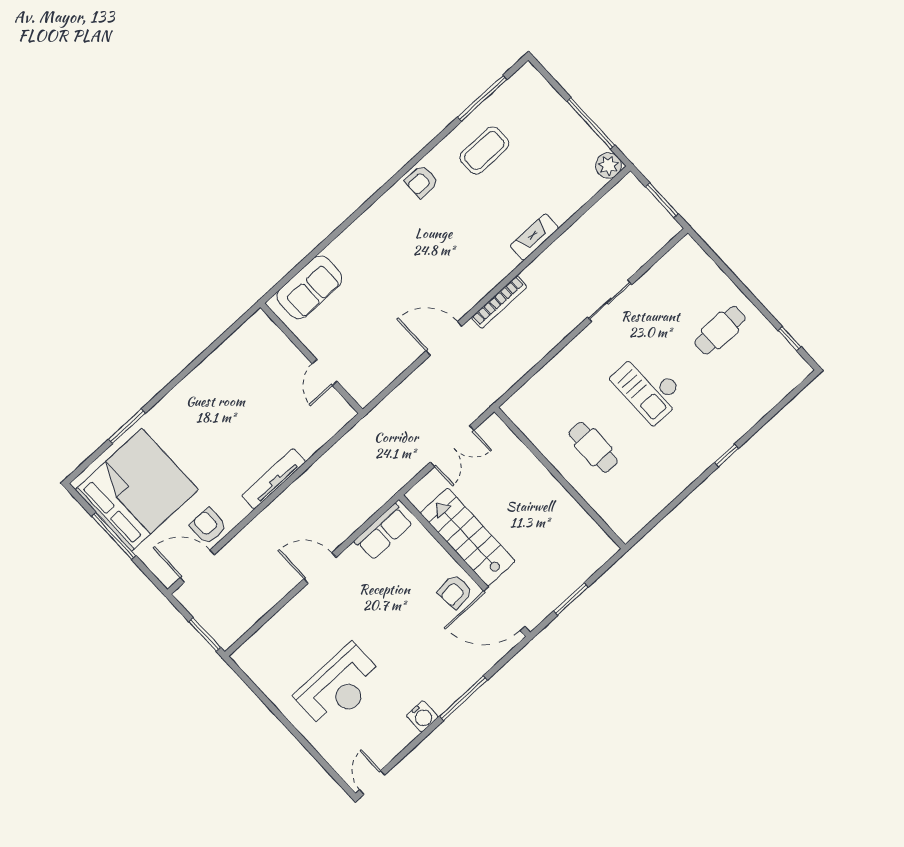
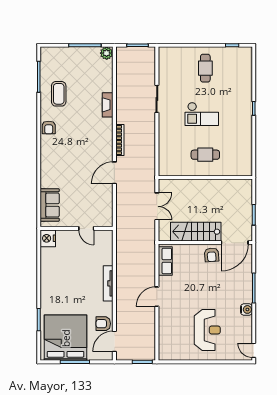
nightstand: (258, 330) -> (48, 238), added

